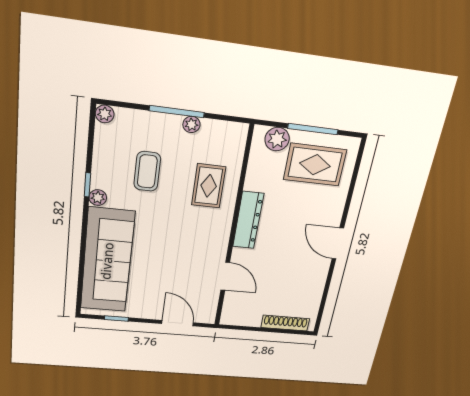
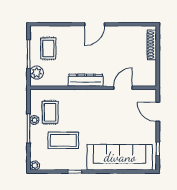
rug: (315, 165) -> (48, 48), width x0.73, depth x0.70
coffee table: (147, 171) -> (63, 140), width x1.36, depth x1.32
rug: (209, 186) -> (50, 112), moved, turned 90
plant: (98, 198) -> (81, 166), removed
door: (178, 323) -> (158, 112), hinge flipped

